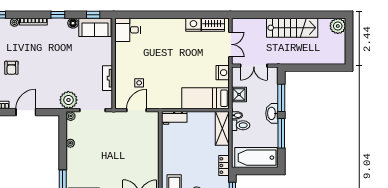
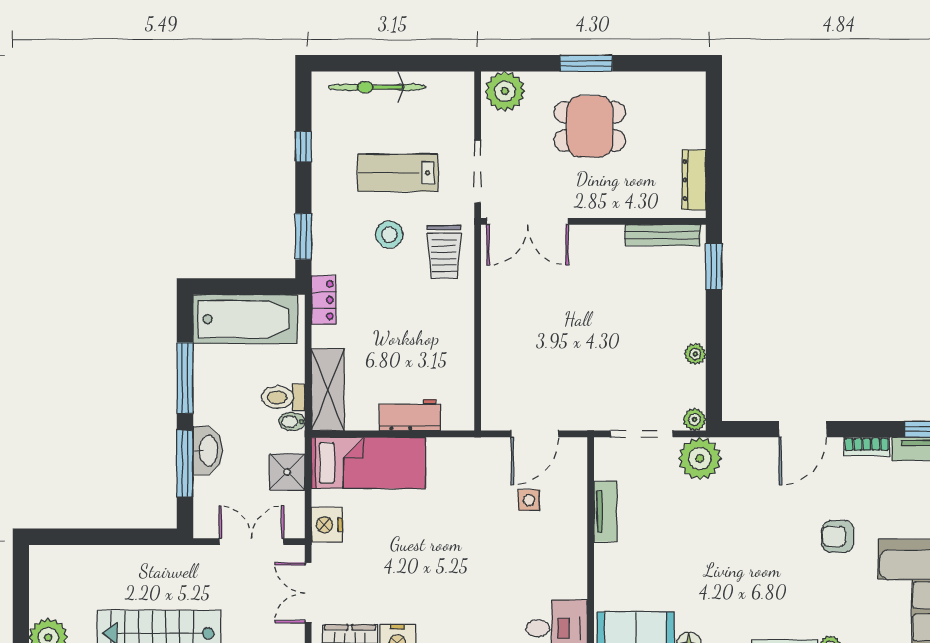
armchair: (11, 68) -> (838, 536), turned -90
washbasin: (272, 113) -> (208, 450), moved
workbench: (174, 118) -> (410, 415), moved

